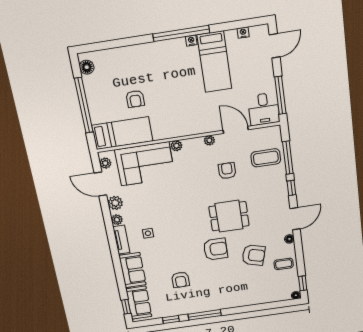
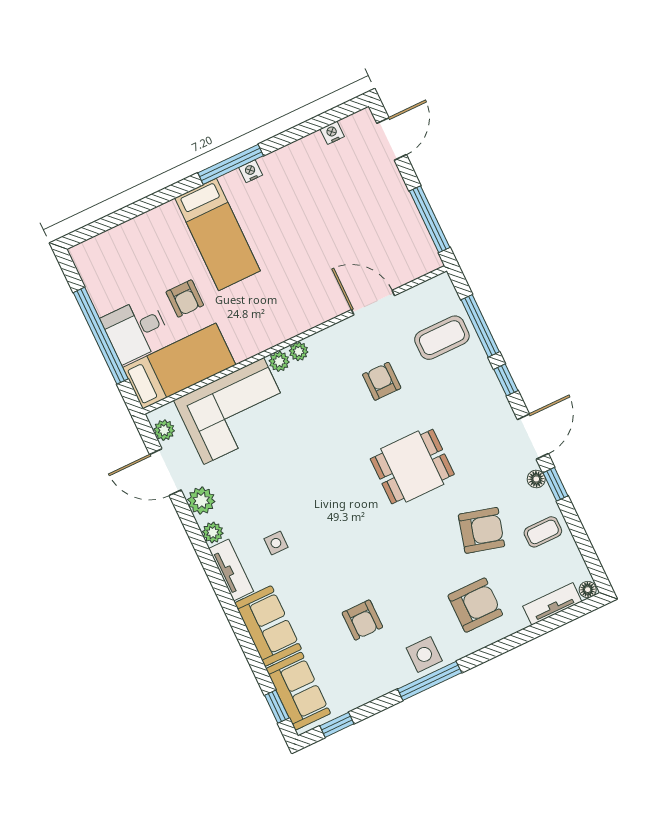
window: (181, 33) -> (231, 164), width x0.68
bed: (214, 62) -> (218, 234), moved
floor lamp: (87, 67) -> (89, 268), removed
desk: (264, 109) -> (136, 330), moved, turned 90
plant: (209, 140) -> (299, 351), moved
armchair: (215, 249) -> (475, 605), moved
window: (303, 283) -> (556, 484), moved
tv unit: (276, 297) -> (552, 604), added
side table: (206, 303) -> (424, 654), added
window: (171, 320) -> (337, 725), moved

